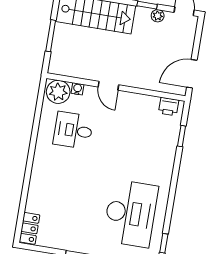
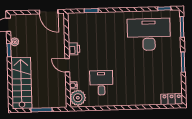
door: (108, 86) -> (67, 65), swing flipped
printer: (169, 107) -> (74, 49), moved
desk: (73, 130) -> (101, 83), turned 180

